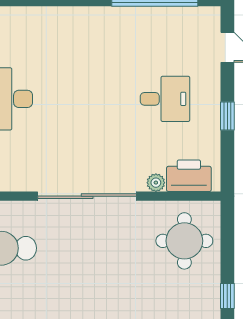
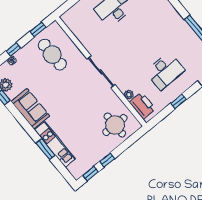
desk: (165, 99) -> (165, 71), width x1.37
sliding door: (87, 196) -> (101, 72), width x0.73

